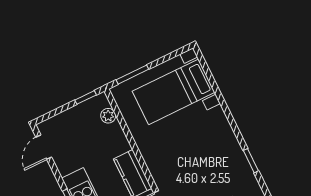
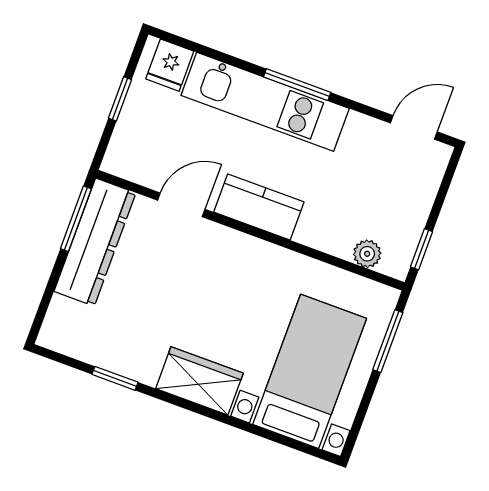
wardrobe: (219, 129) -> (199, 381), added
door: (44, 147) -> (414, 127), hinge flipped

